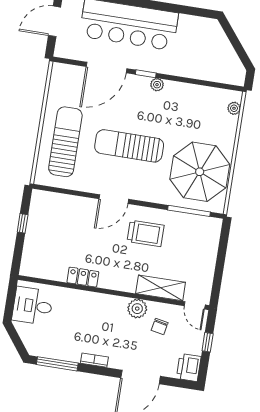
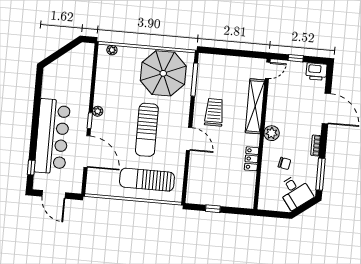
shelving: (161, 288) -> (255, 106), width x1.47
desk: (33, 306) -> (295, 192), moved, turned -37
plant: (137, 309) -> (272, 133), moved
chair: (160, 326) -> (284, 163), moved

